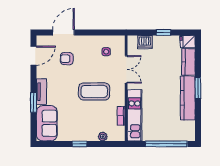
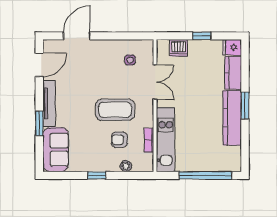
armchair: (67, 59) -> (119, 140), moved
tv unit: (41, 92) -> (49, 103), width x1.41

